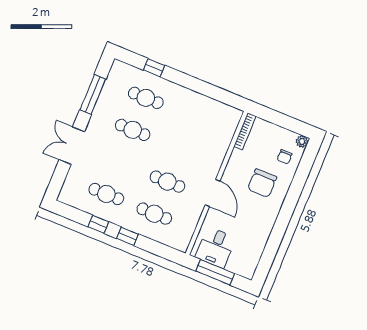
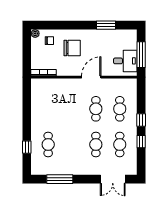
cafe table: (133, 130) -> (96, 144), moved
double door: (72, 146) -> (113, 179), moved
window: (274, 241) -> (106, 25), added

